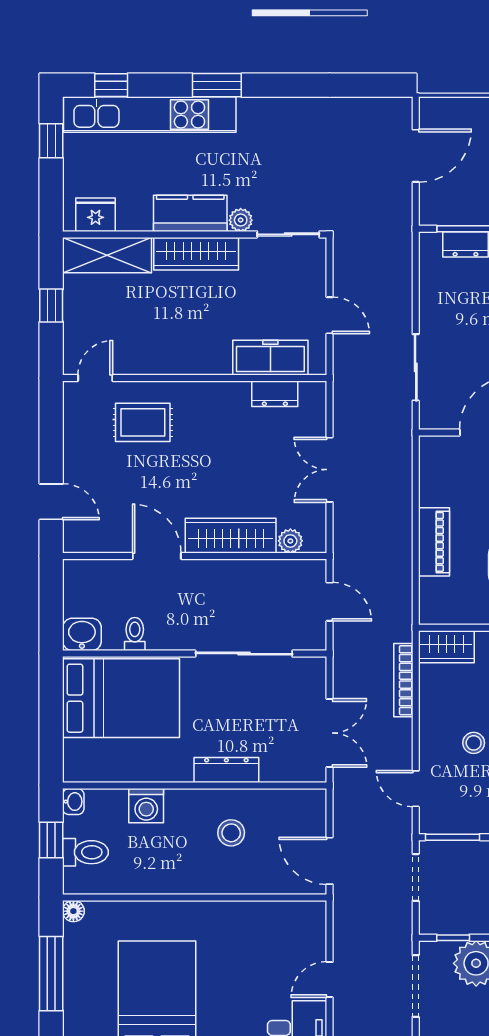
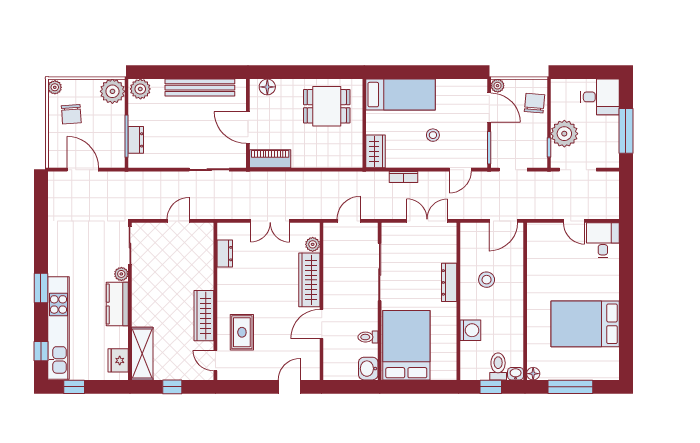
wardrobe: (196, 254) -> (204, 316), moved, turned 180
freezer: (270, 358) -> (203, 256), removed
piano: (434, 542) -> (270, 159), moved
bookcase: (403, 680) -> (403, 177), width x0.64
washbasin: (73, 802) -> (516, 374), moved

